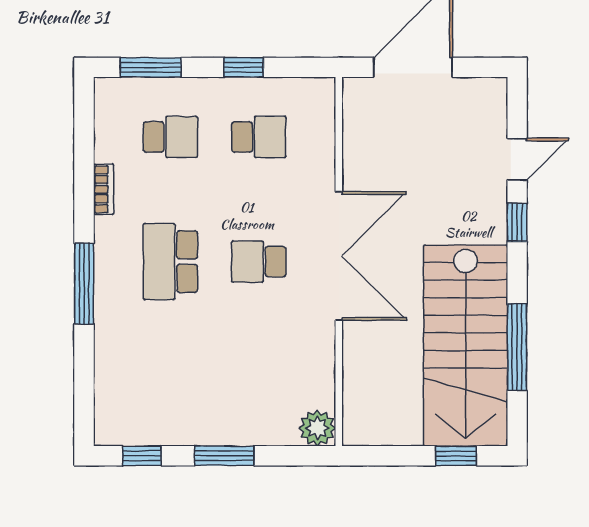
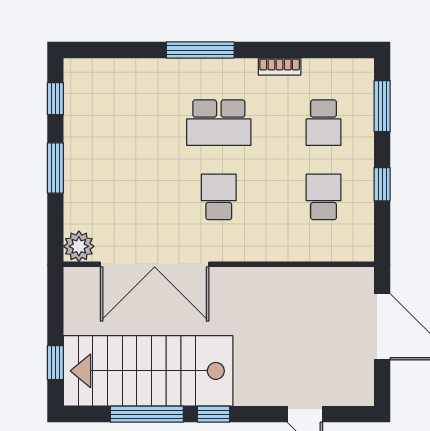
school desk: (259, 137) -> (324, 197), turned 180
window: (517, 222) -> (213, 414), moved
double door: (339, 256) -> (155, 264), moved
school desk: (170, 262) -> (219, 123), turned 180

